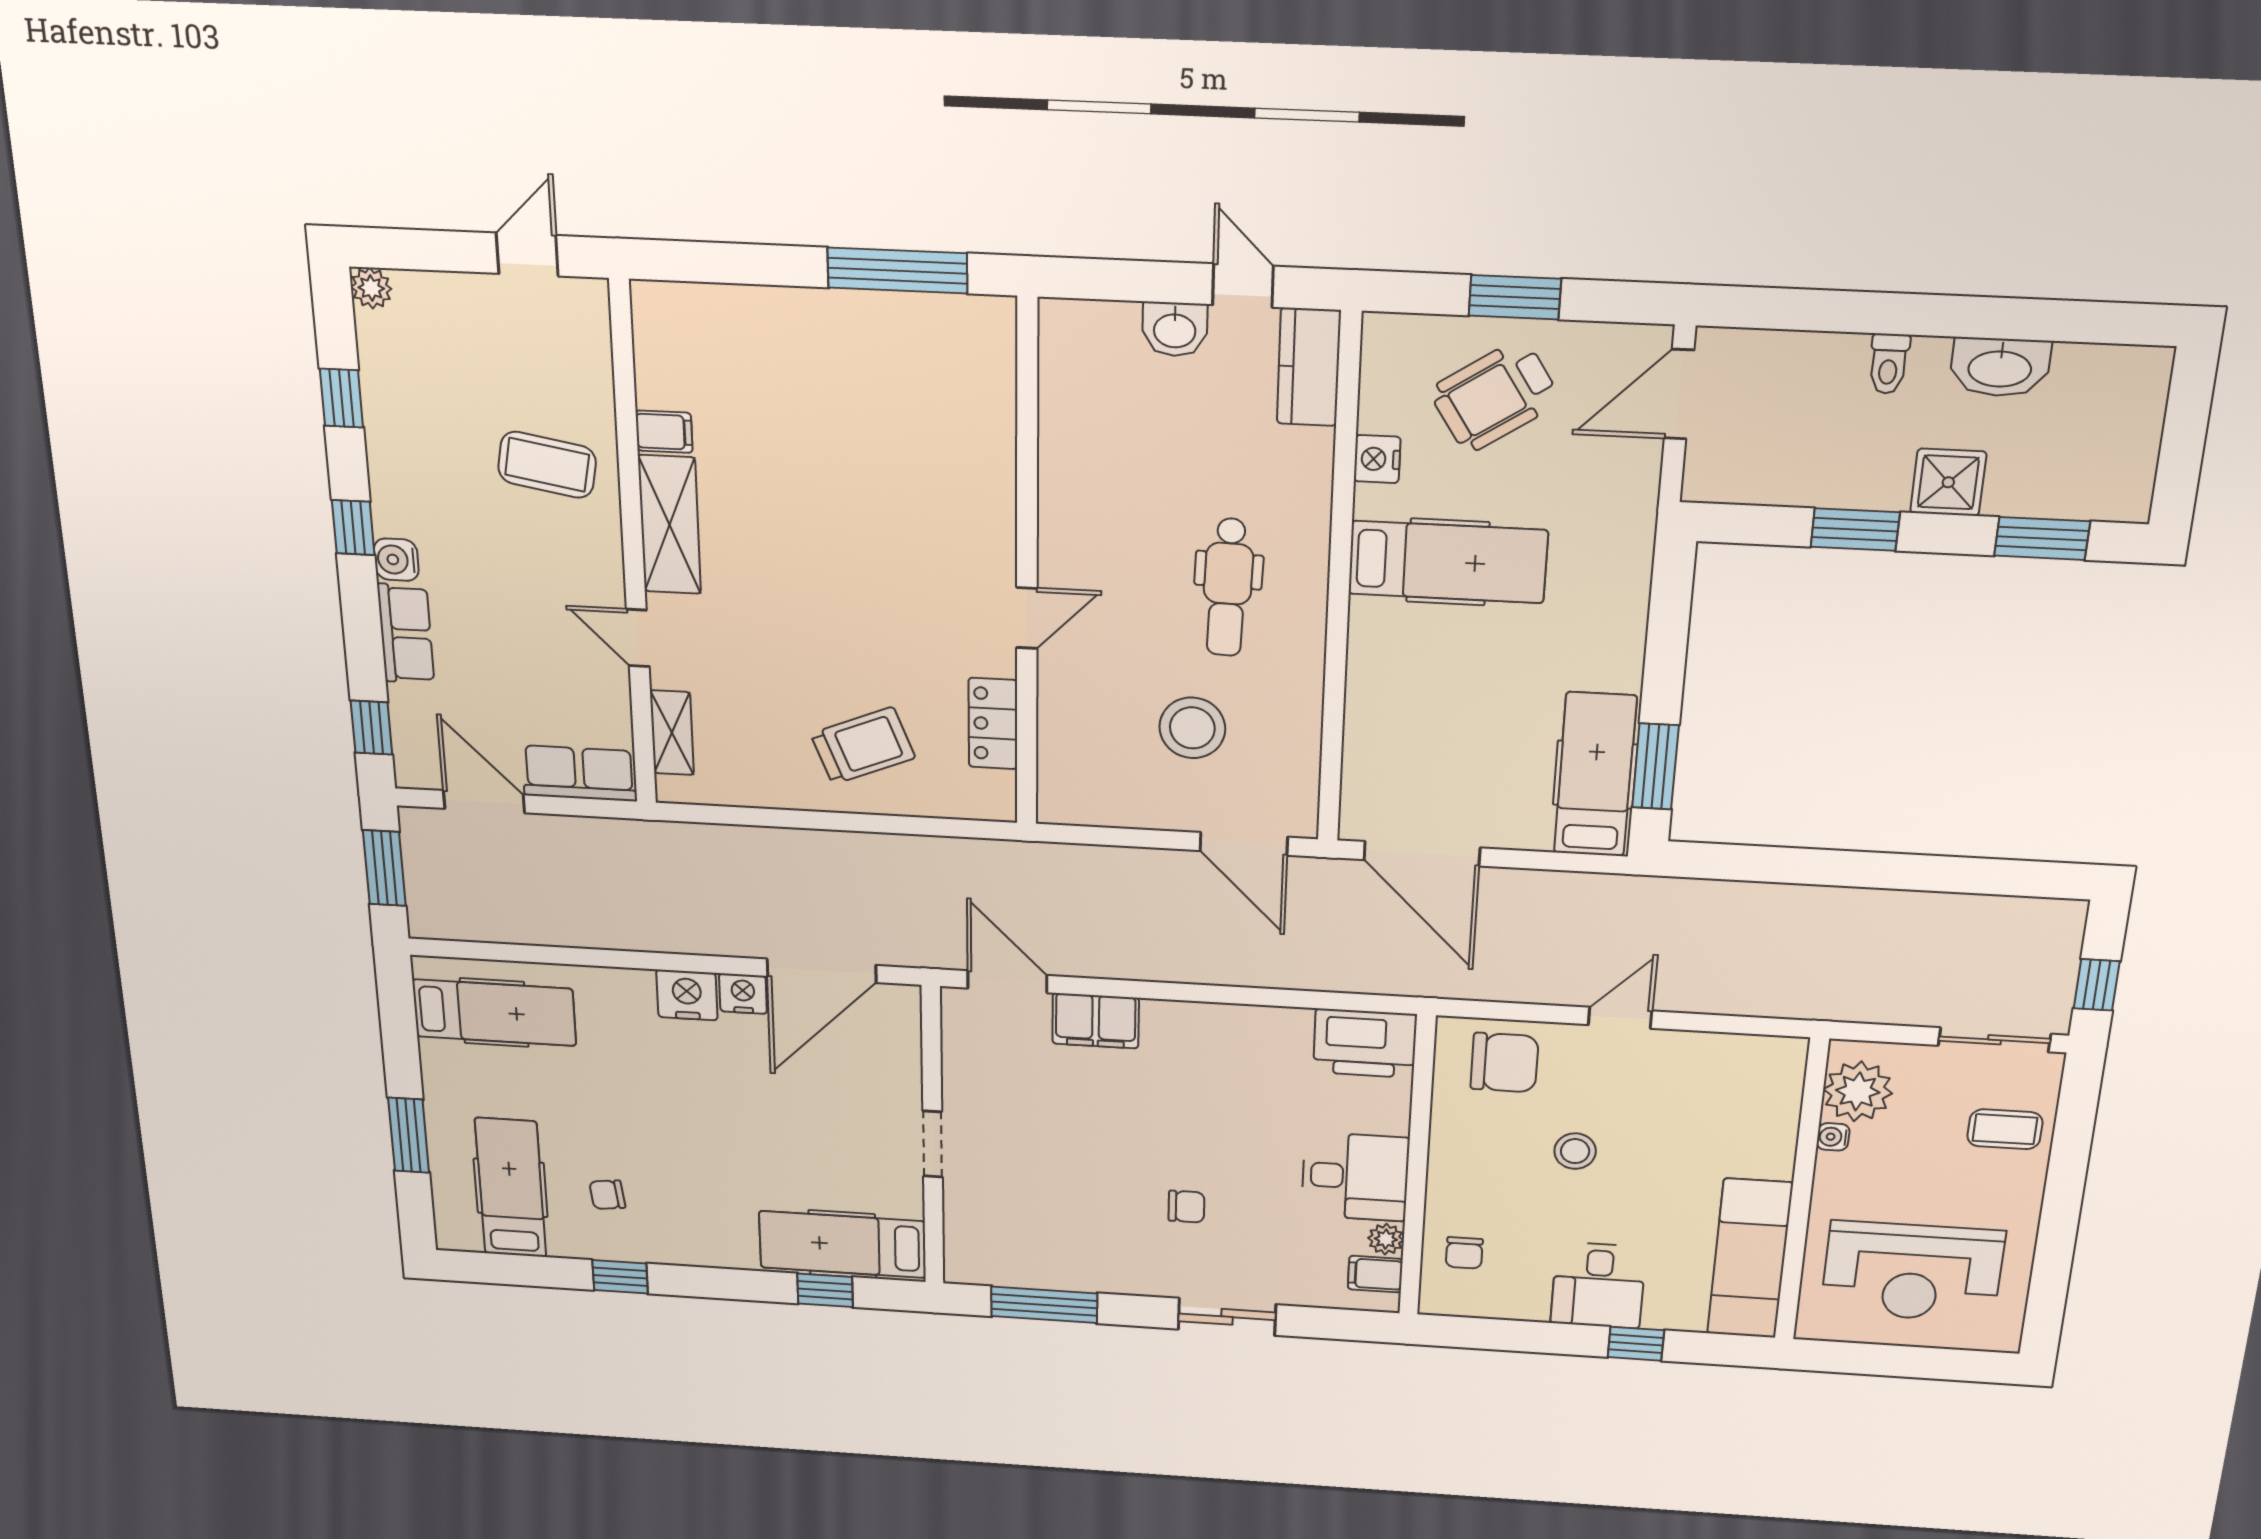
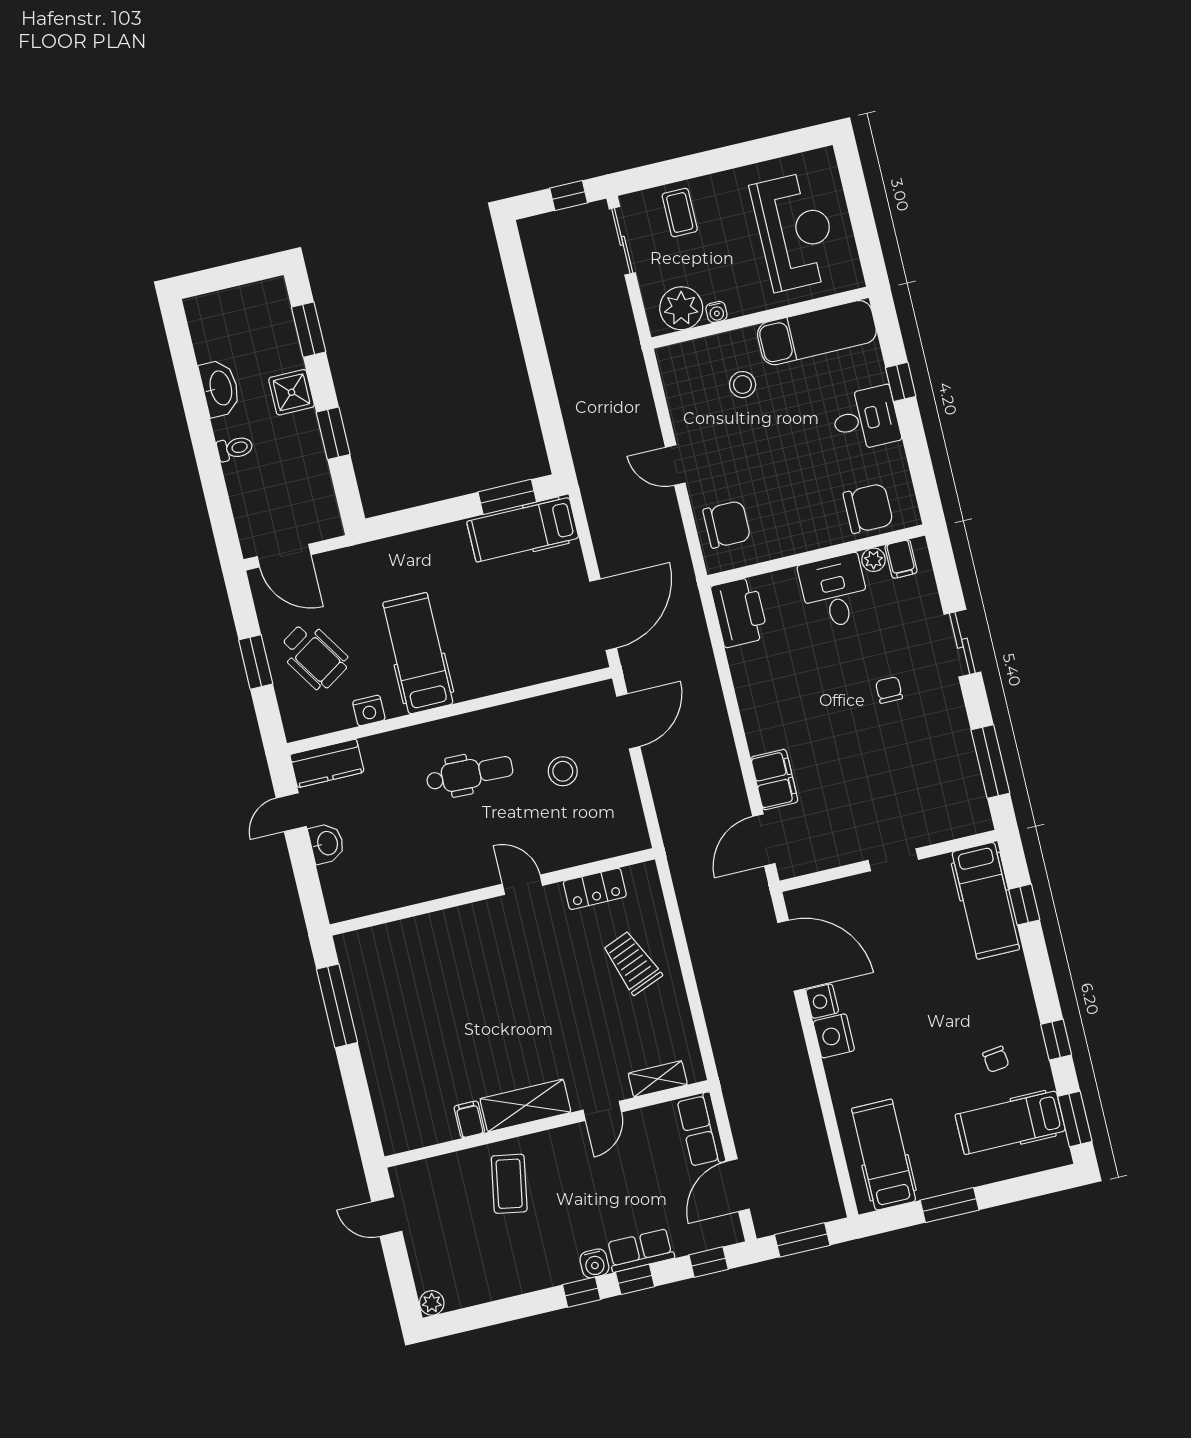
window: (341, 398) -> (635, 1279), moved
stool: (1192, 728) -> (563, 771), width x0.73, depth x0.73
chair: (1504, 1063) -> (727, 524), turned 90
window: (409, 1135) -> (950, 1205), moved
stool: (1575, 1151) -> (743, 385), moved
chair: (1464, 1253) -> (868, 508), width x1.87, depth x1.87
window: (501, 1269) -> (1075, 1119), added

